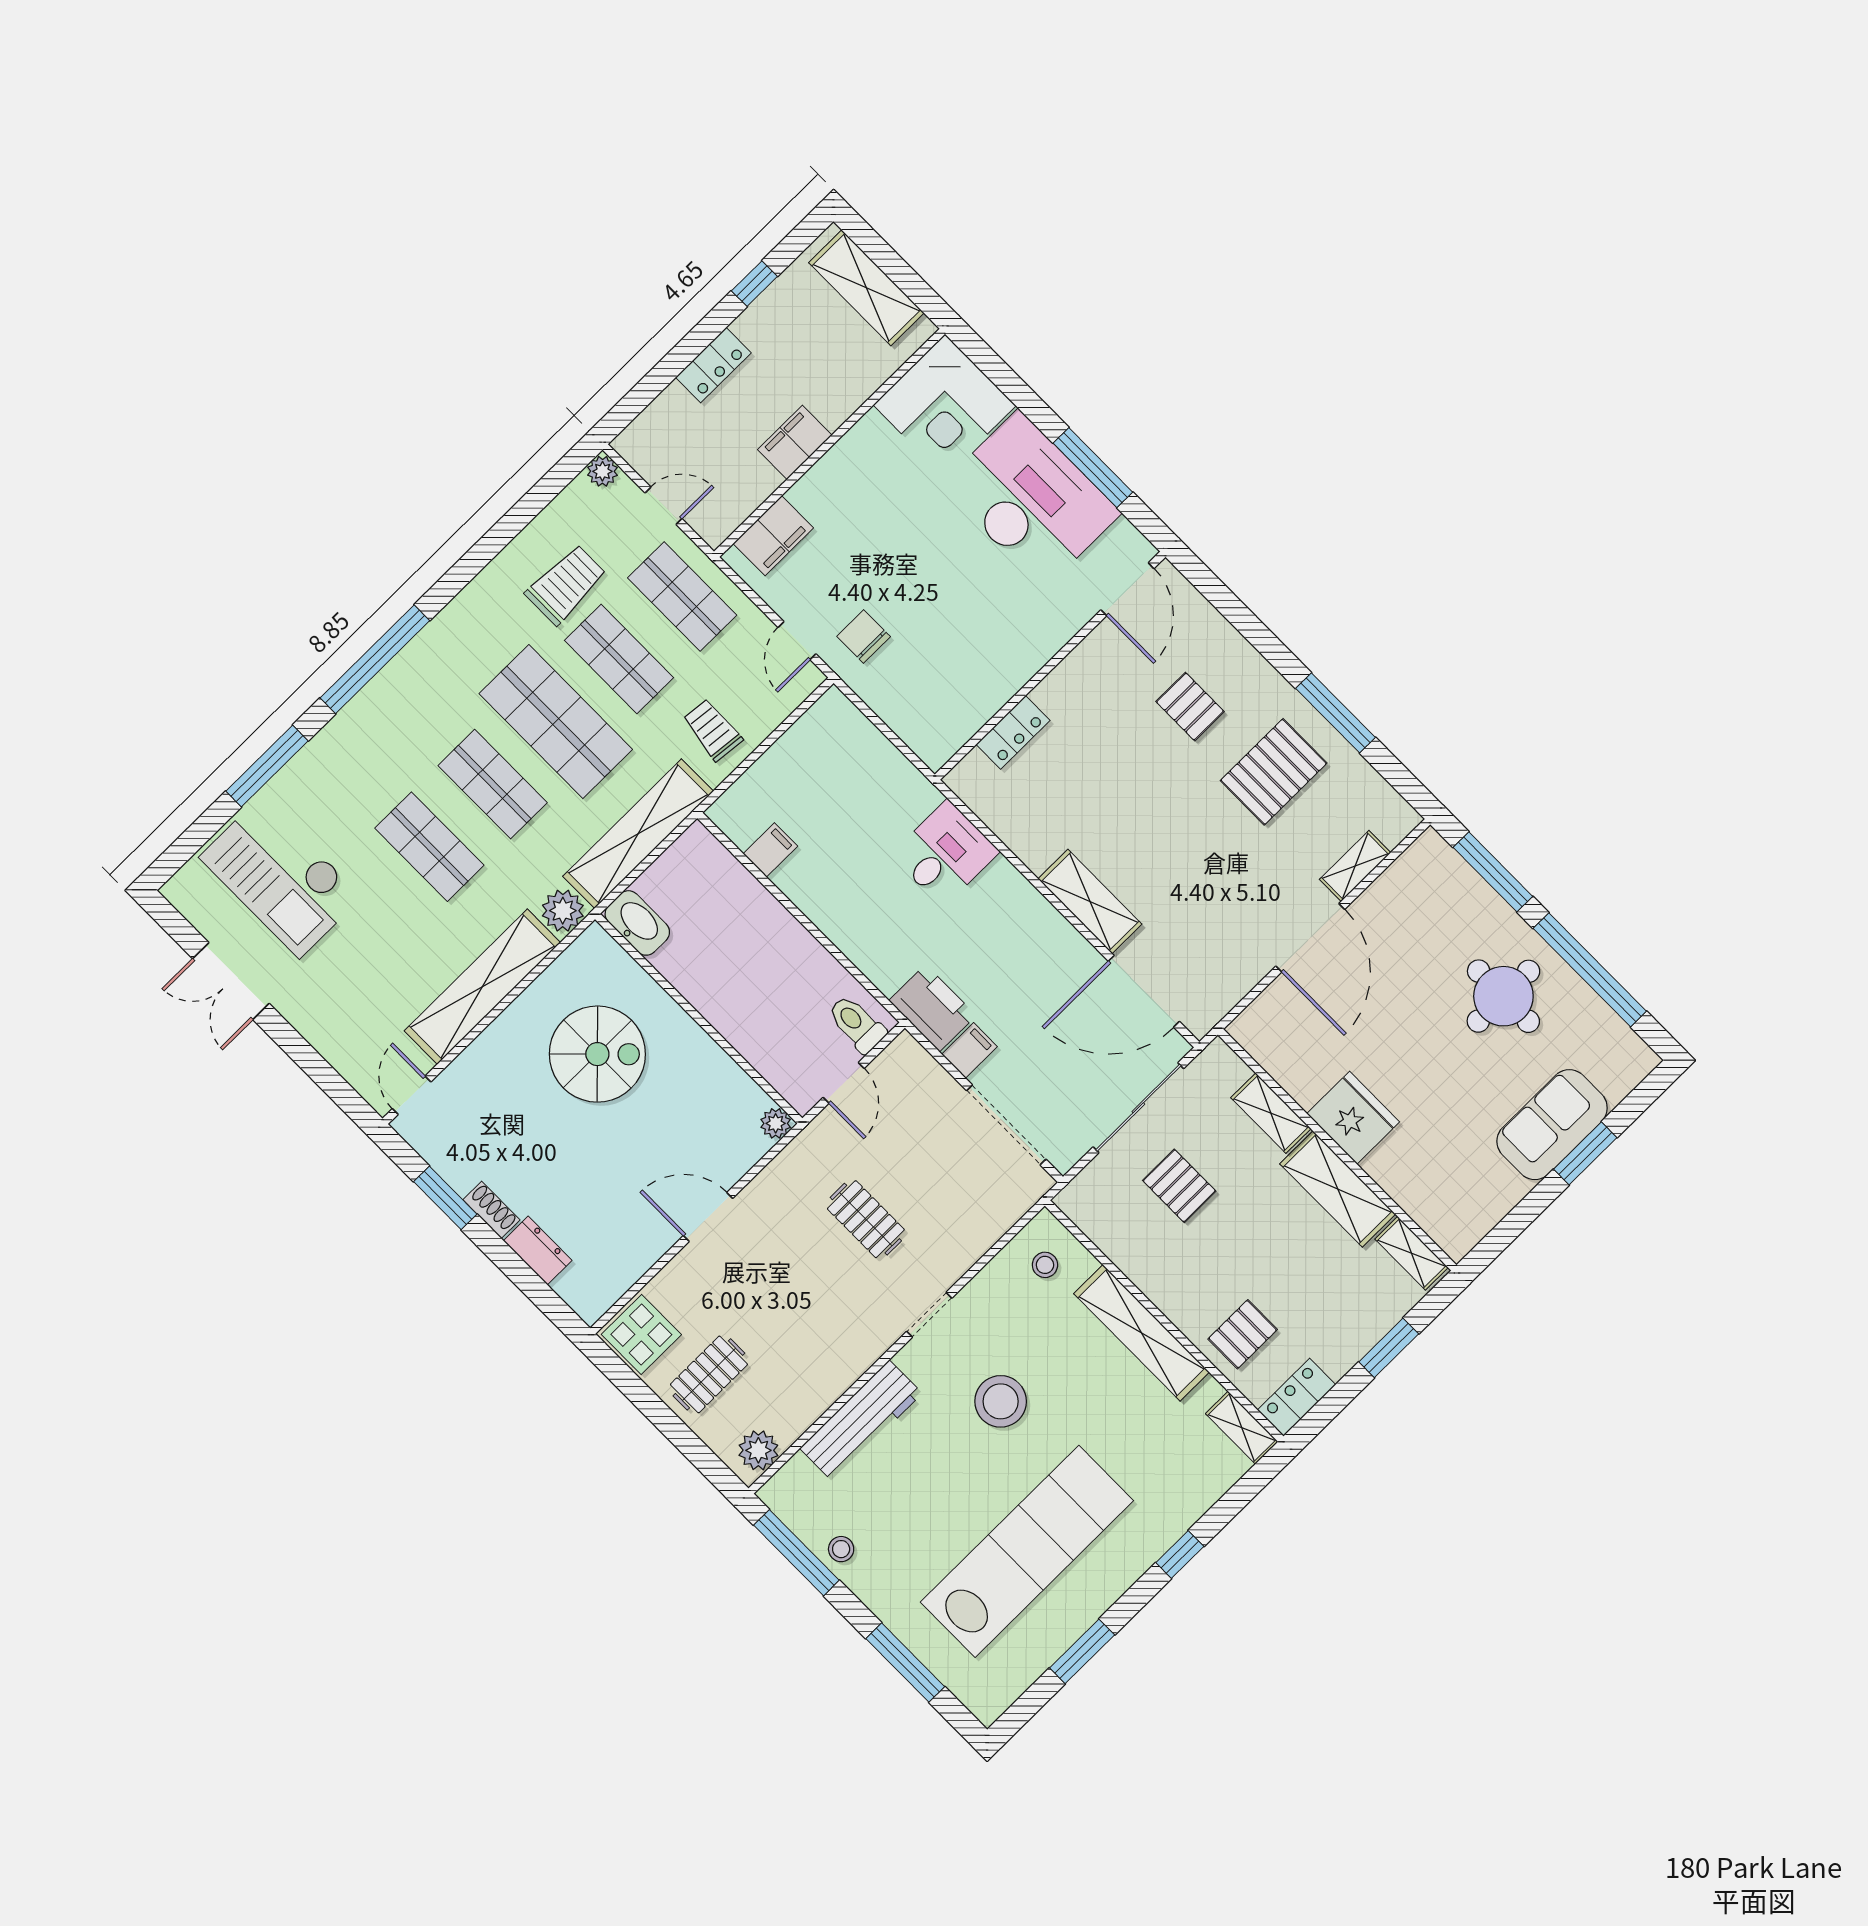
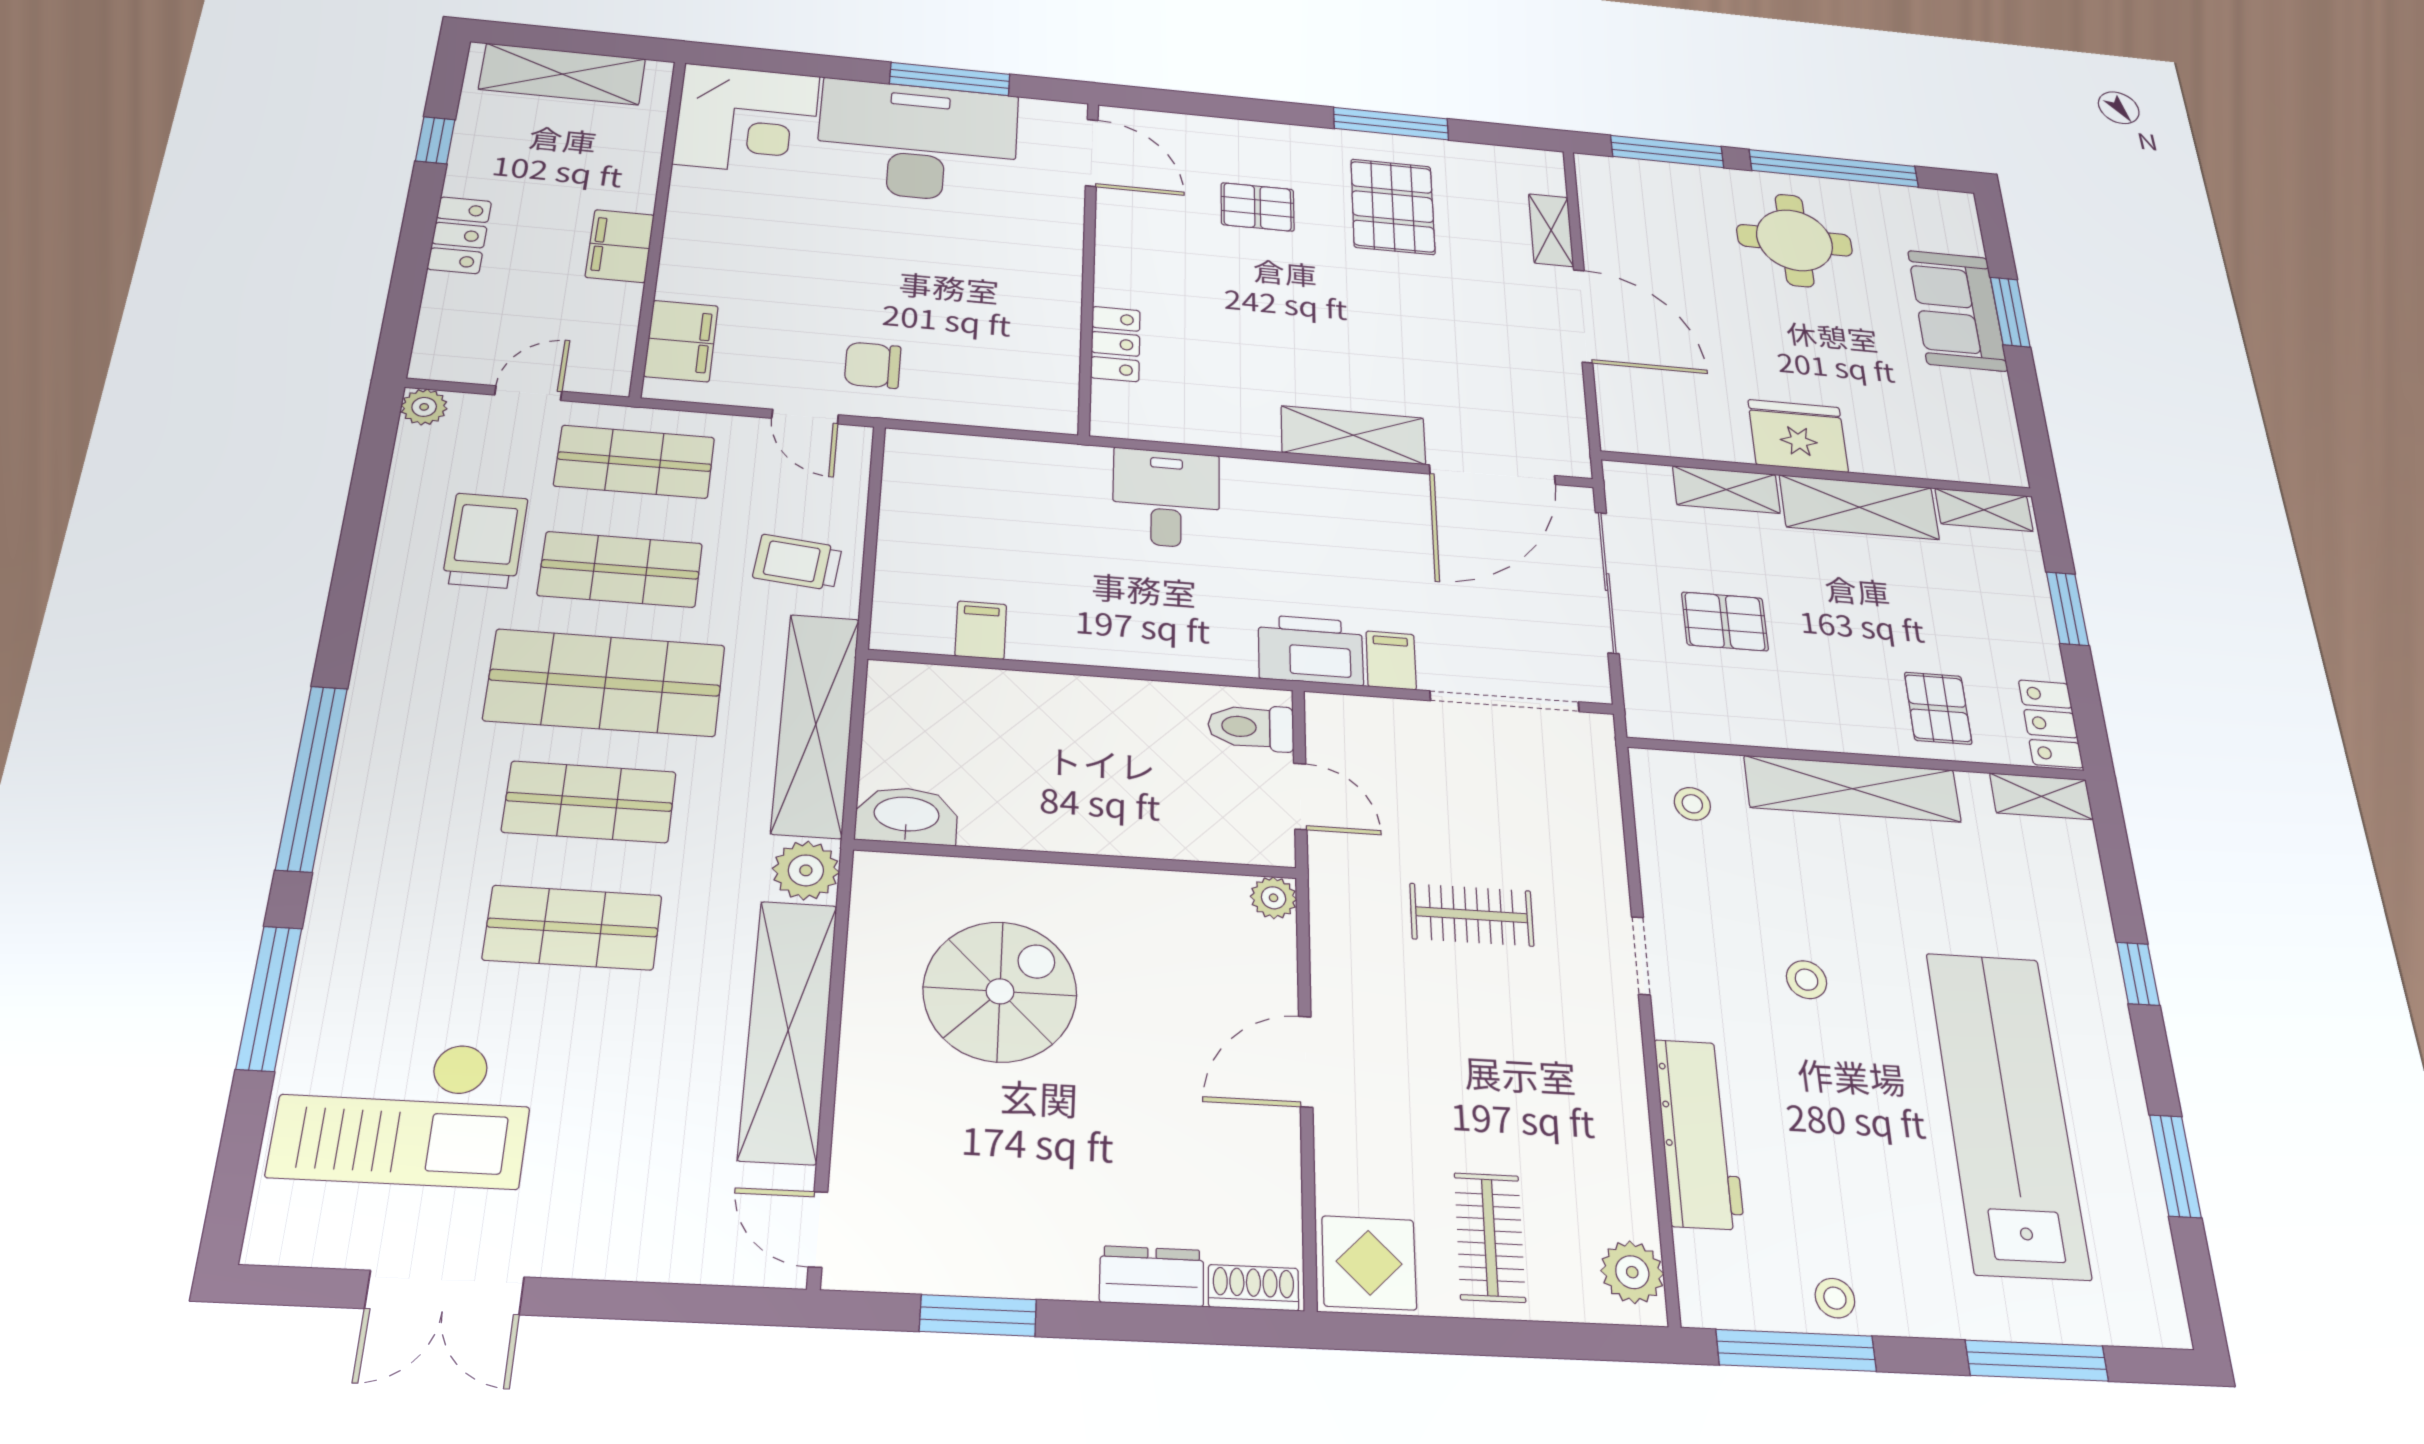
shoe rack: (491, 1210) -> (1253, 1288), moved
stool: (1001, 1401) -> (1807, 980), width x0.53, depth x0.53

